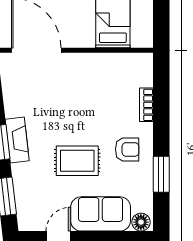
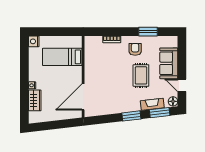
fireplace: (17, 140) -> (152, 104), moved
floor lamp: (141, 222) -> (173, 101), moved

